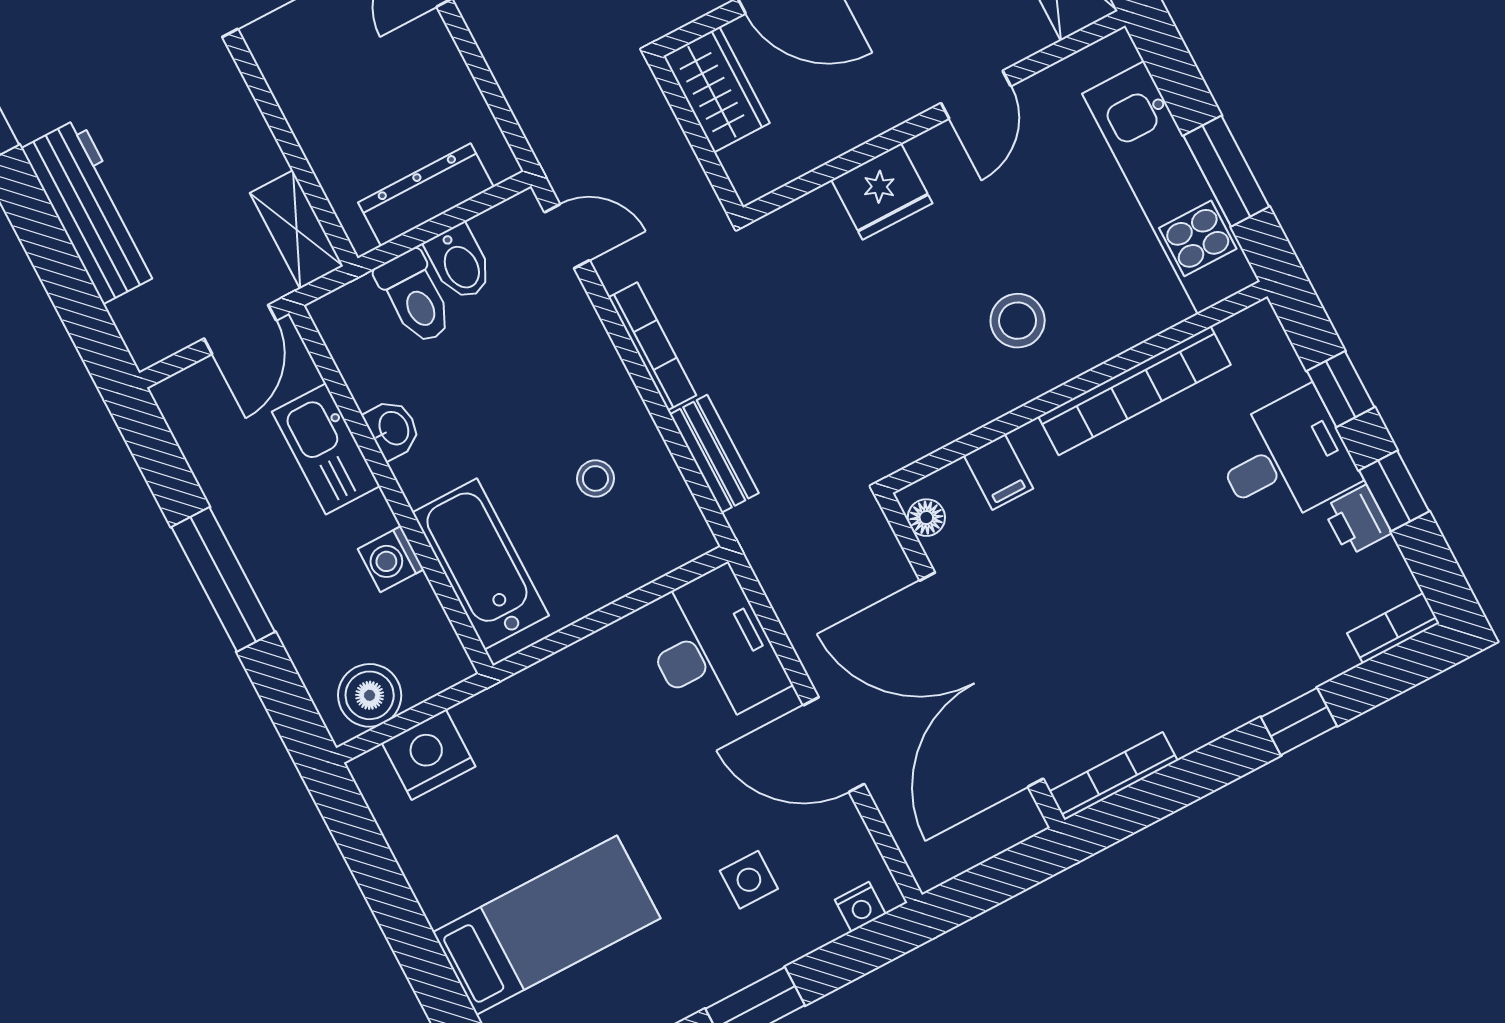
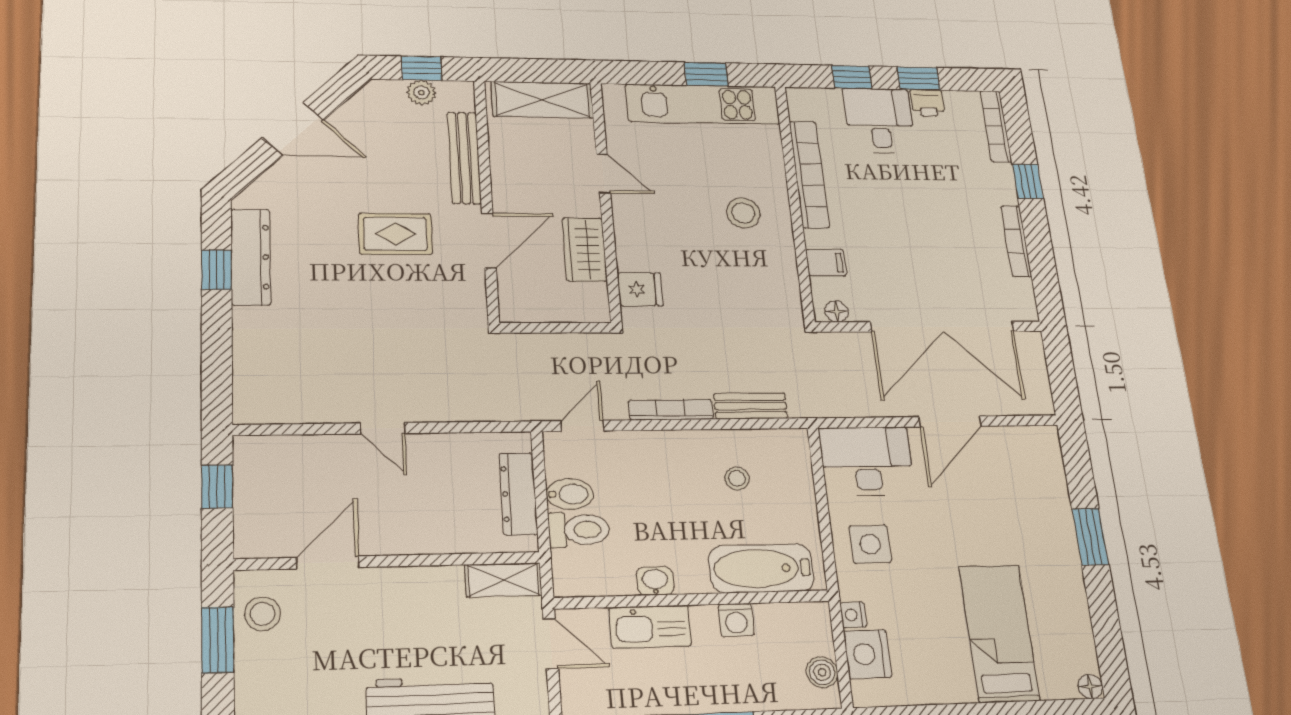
wardrobe: (717, 90) -> (585, 249), moved, turned -90
window: (1226, 171) -> (706, 74), width x0.67
fridge: (882, 192) -> (640, 289), moved, width x0.72
bookcase: (1393, 628) -> (996, 126), width x1.56
boiler: (370, 695) -> (822, 672), width x0.73, depth x0.73
bookcase: (1114, 776) -> (1016, 241), moved
side table: (749, 880) -> (870, 544), moved, width x1.37, depth x1.37
nightstand: (860, 907) -> (853, 615), moved, turned 180

